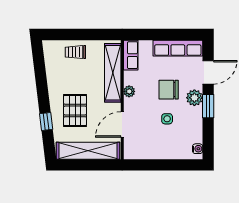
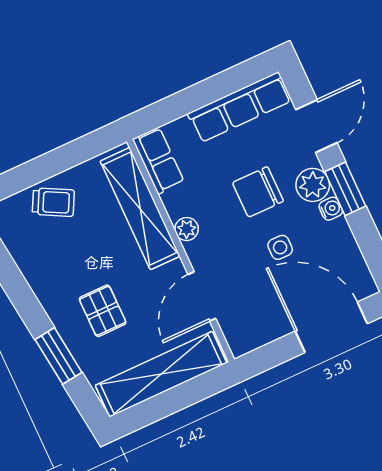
trolley: (75, 52) -> (53, 202), turned -152
pallet: (75, 111) -> (103, 311), width x0.67, depth x0.71
window: (46, 122) -> (58, 356), width x1.50
water cooler: (198, 149) -> (331, 209), moved
door: (173, 165) -> (331, 327), added

